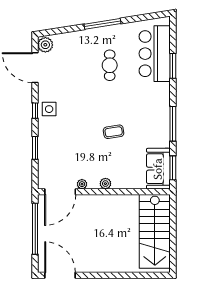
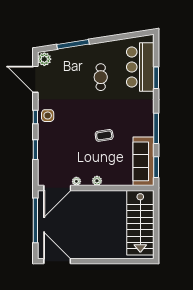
window: (103, 24) -> (73, 44), moved
sofa: (158, 169) -> (143, 161), width x1.36

